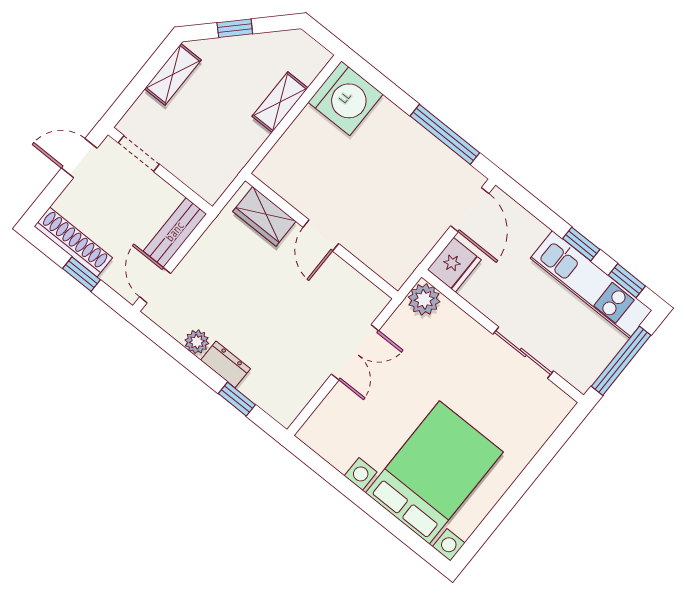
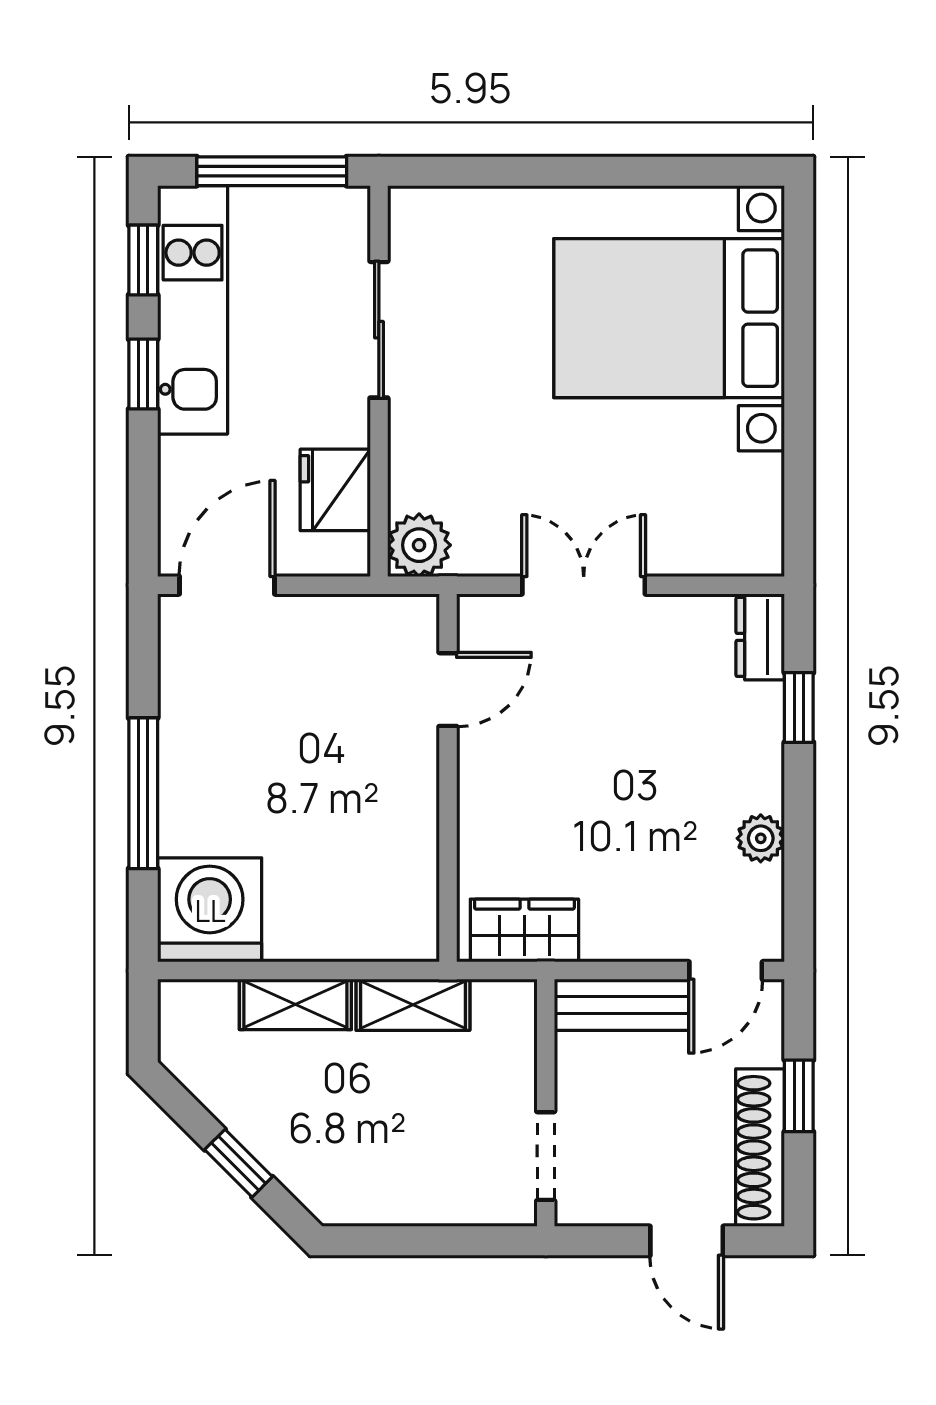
shelving: (173, 74) -> (413, 1005), moved
window: (445, 134) -> (143, 793), moved
door: (79, 158) -> (687, 1241), moved
wardrobe: (264, 216) -> (524, 931), moved, turned -90
door: (321, 235) -> (448, 690), moved
fridge: (454, 265) -> (335, 490), moved, turned -90
dresser: (225, 364) -> (760, 637), moved

